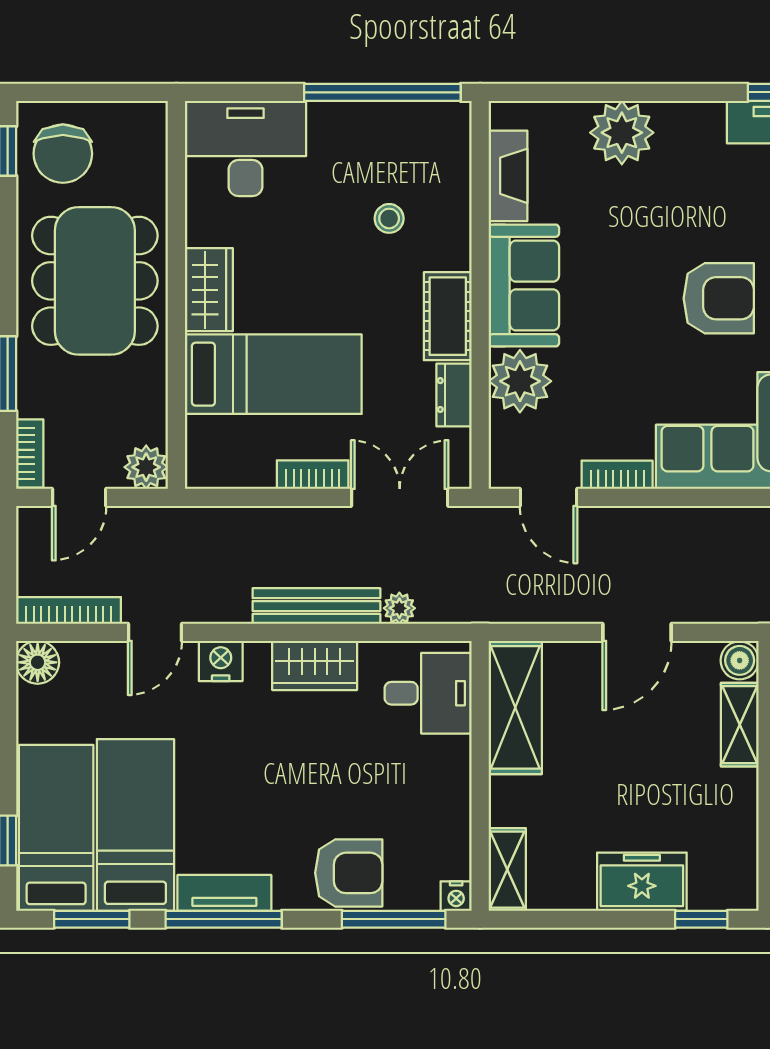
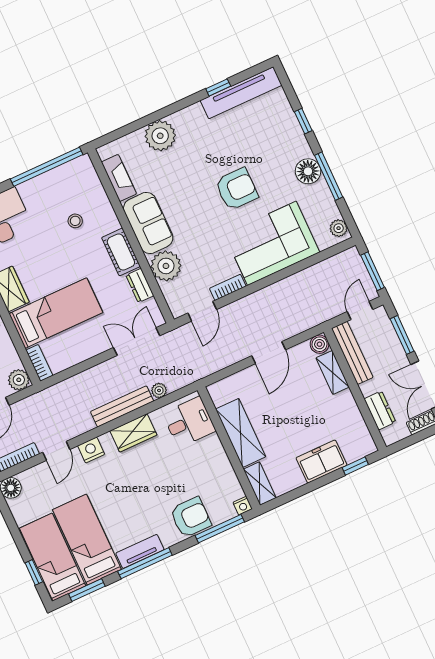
bookcase: (313, 475) -> (39, 363), moved, turned 90
door: (549, 497) -> (202, 311), hinge flipped
shelving: (515, 707) -> (241, 433), moved

